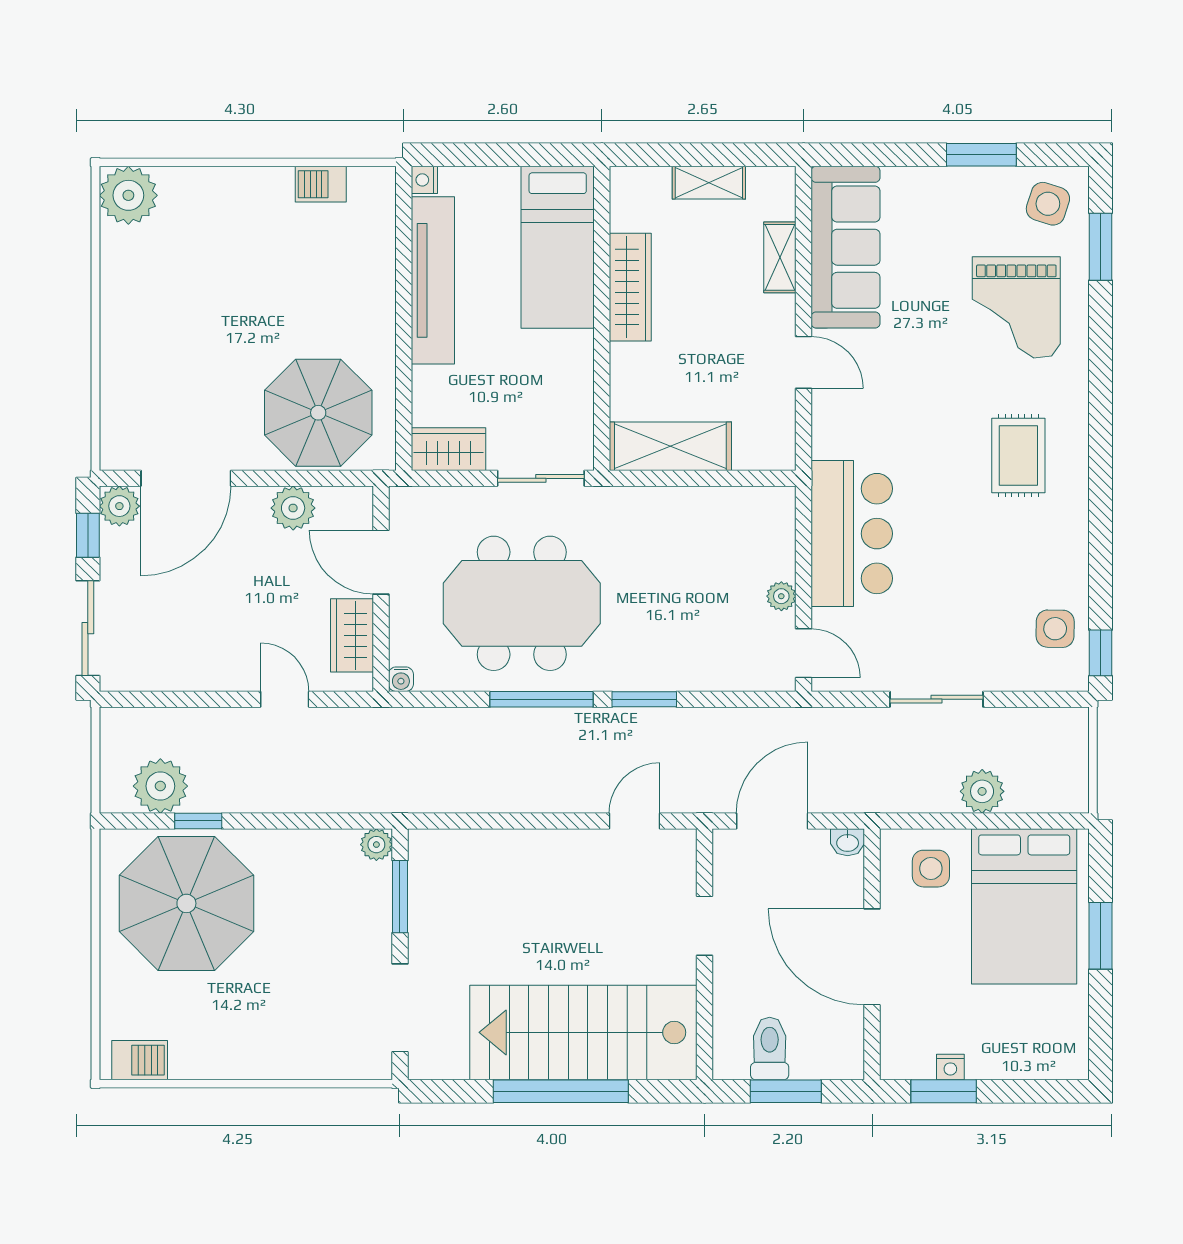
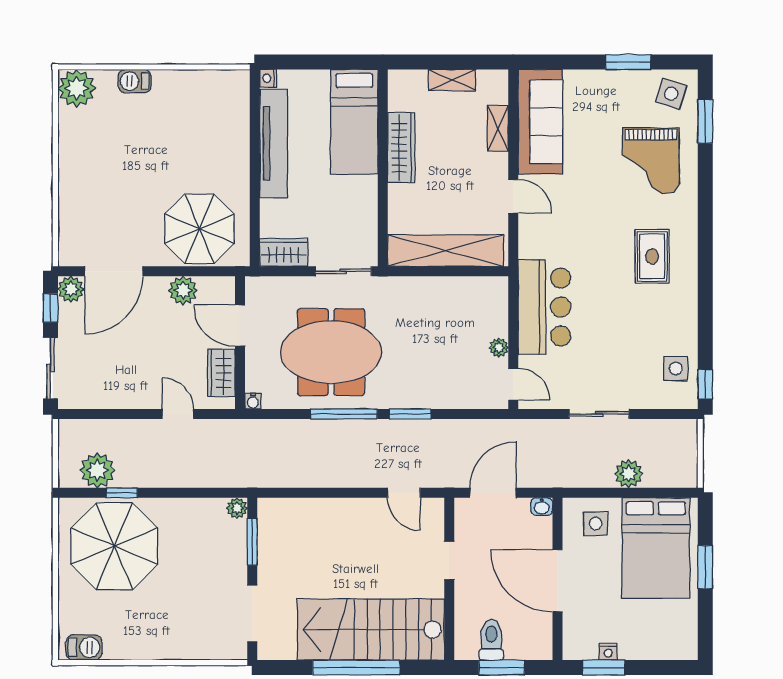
barbecue: (321, 184) -> (135, 81), moved
shelving: (670, 446) -> (445, 251), width x1.47
door: (634, 821) -> (404, 493), swing flipped

